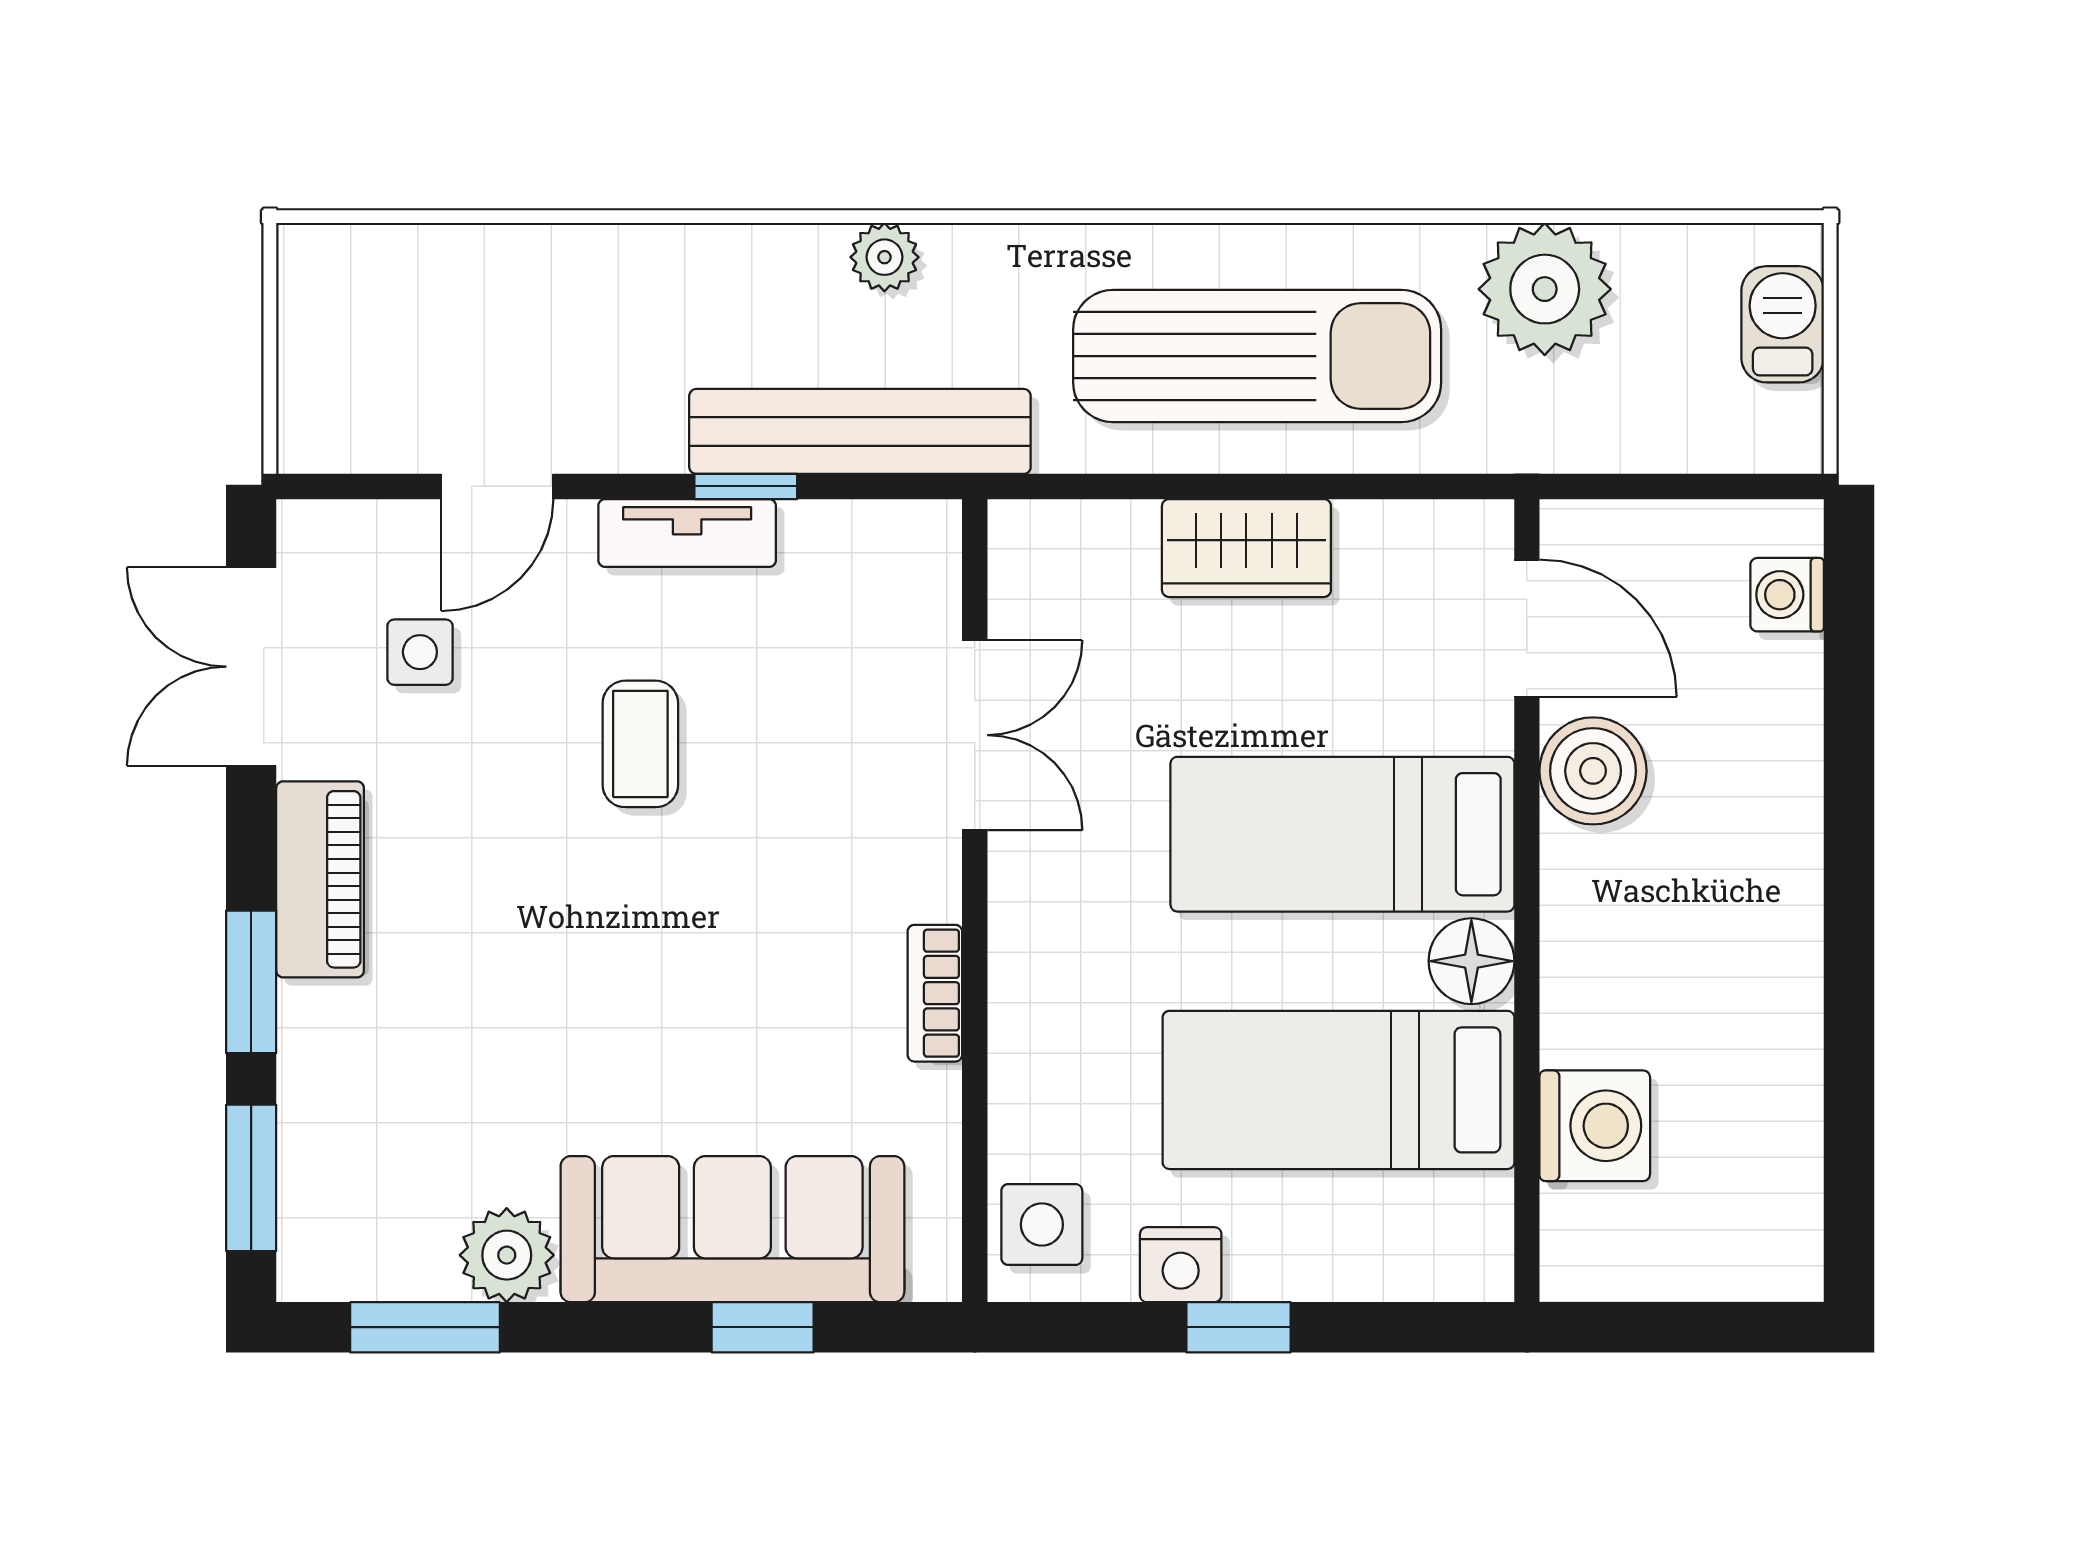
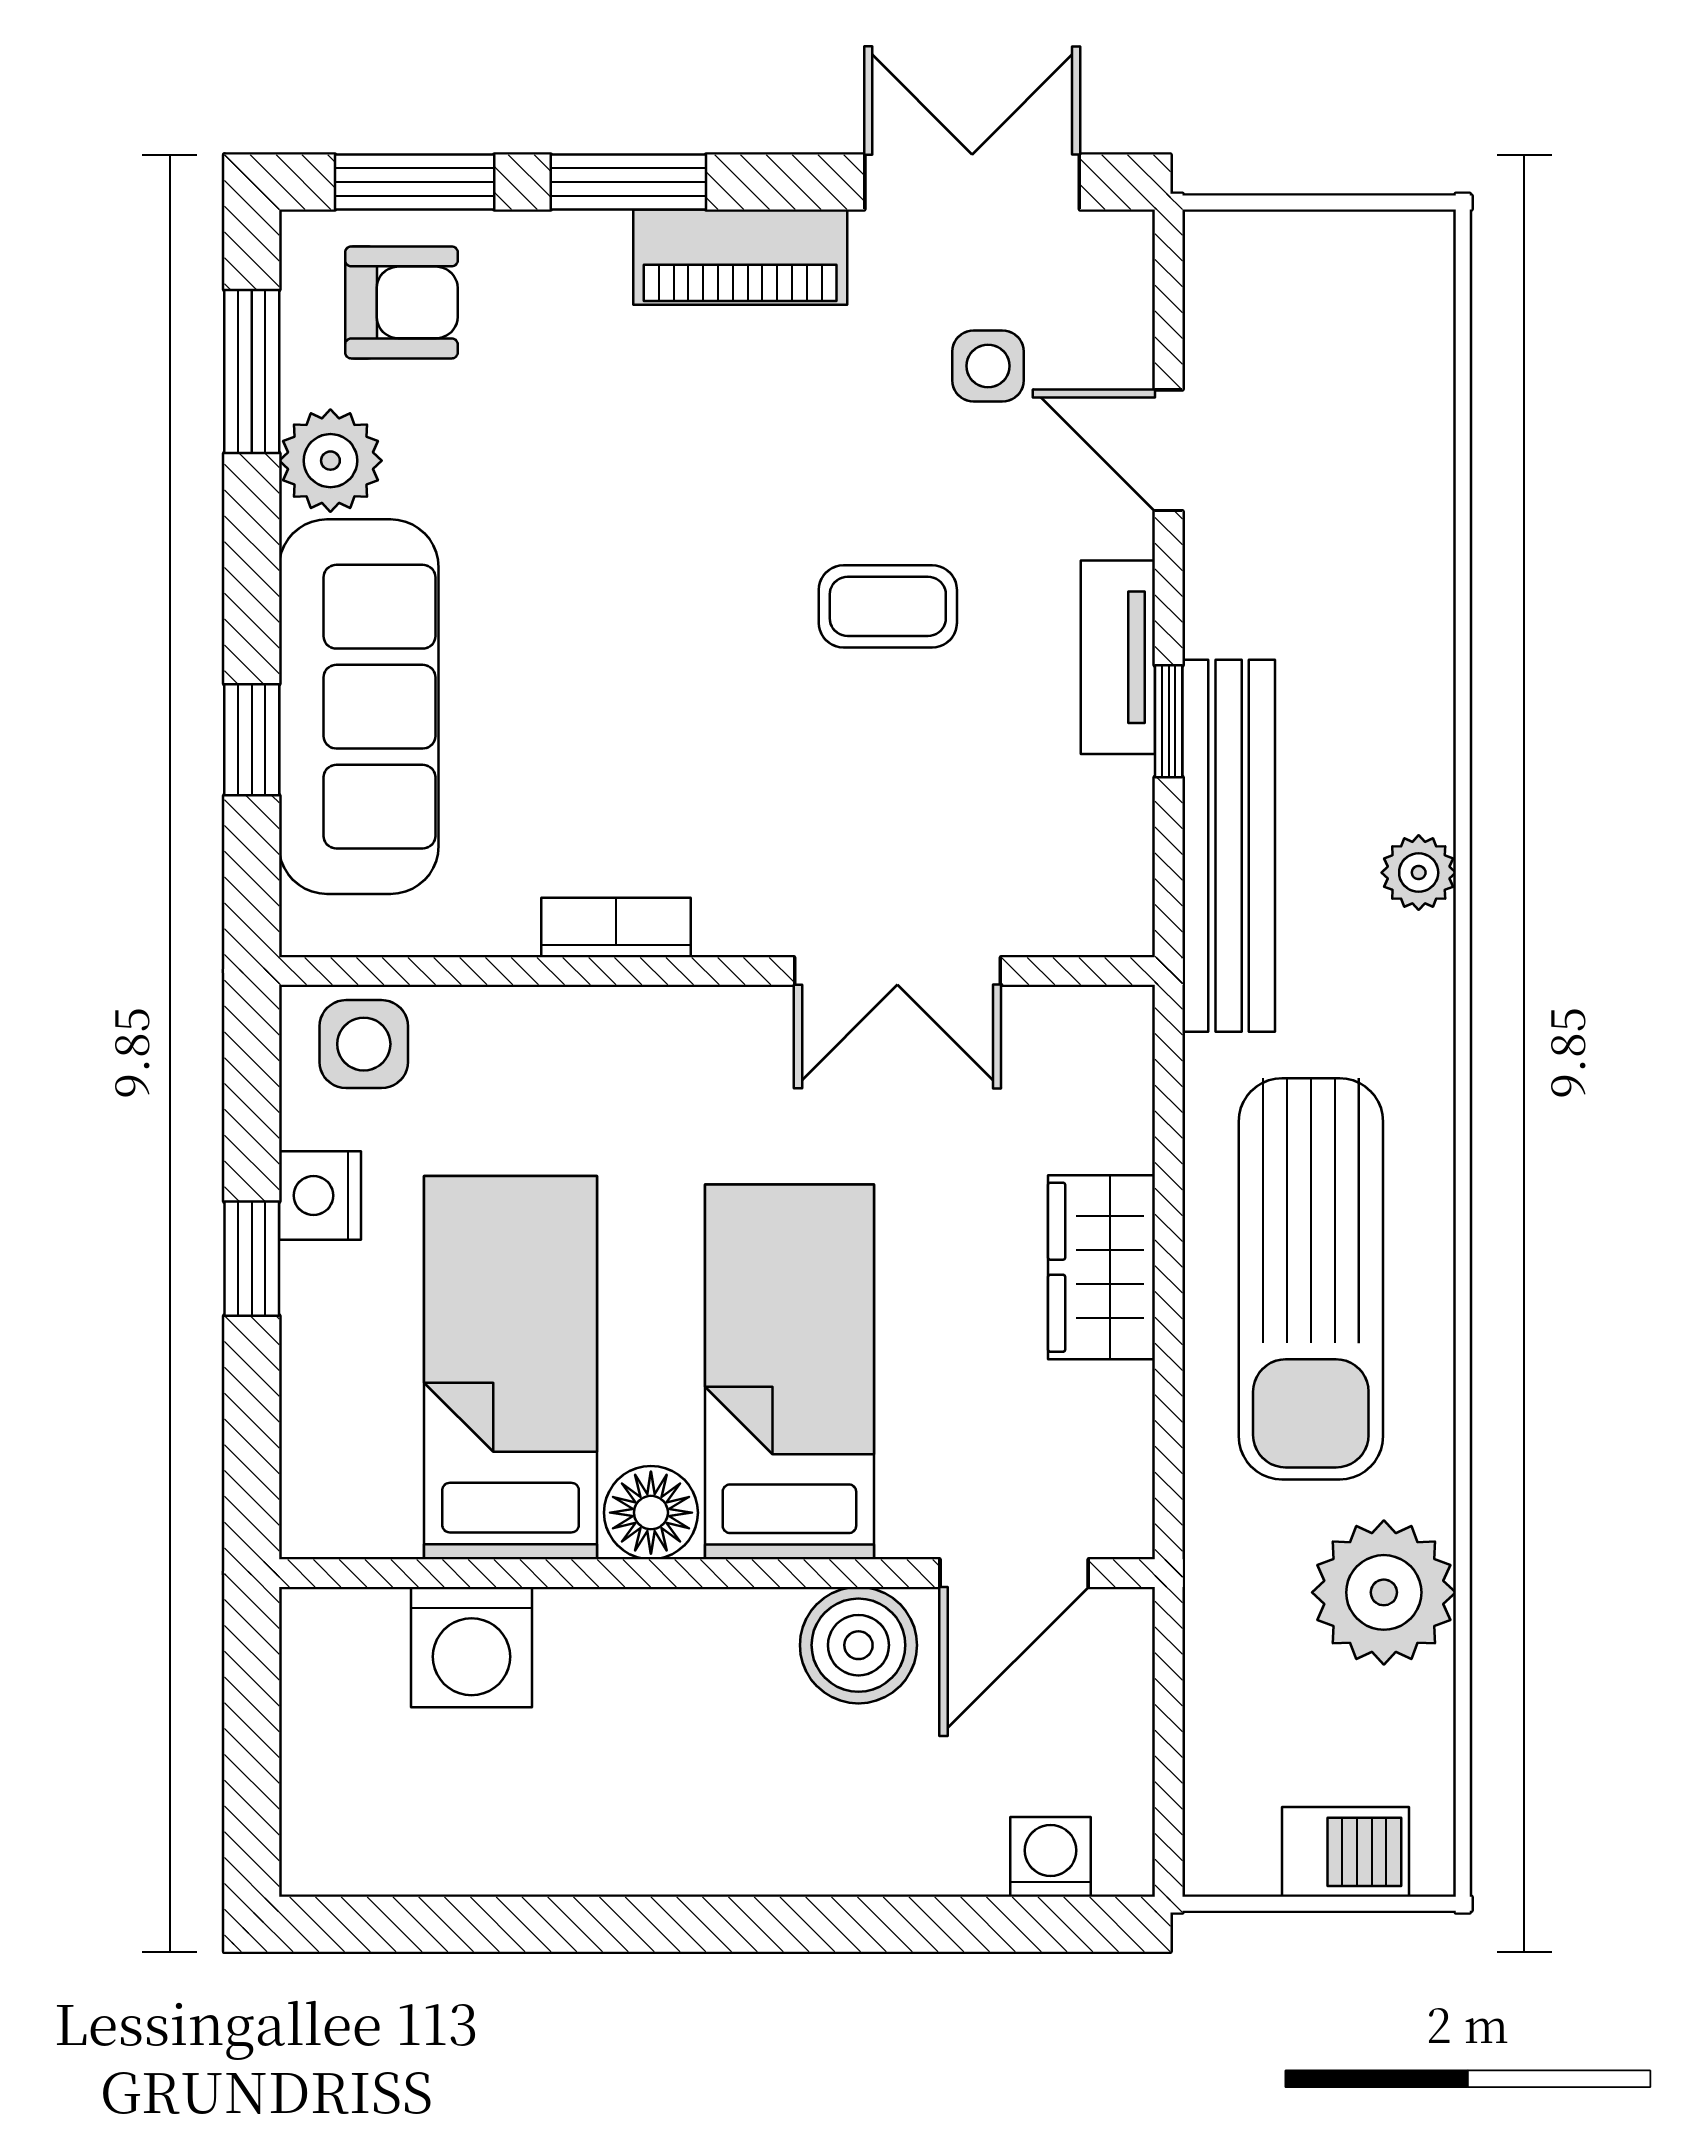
armchair: (362, 1190) -> (401, 302), added

